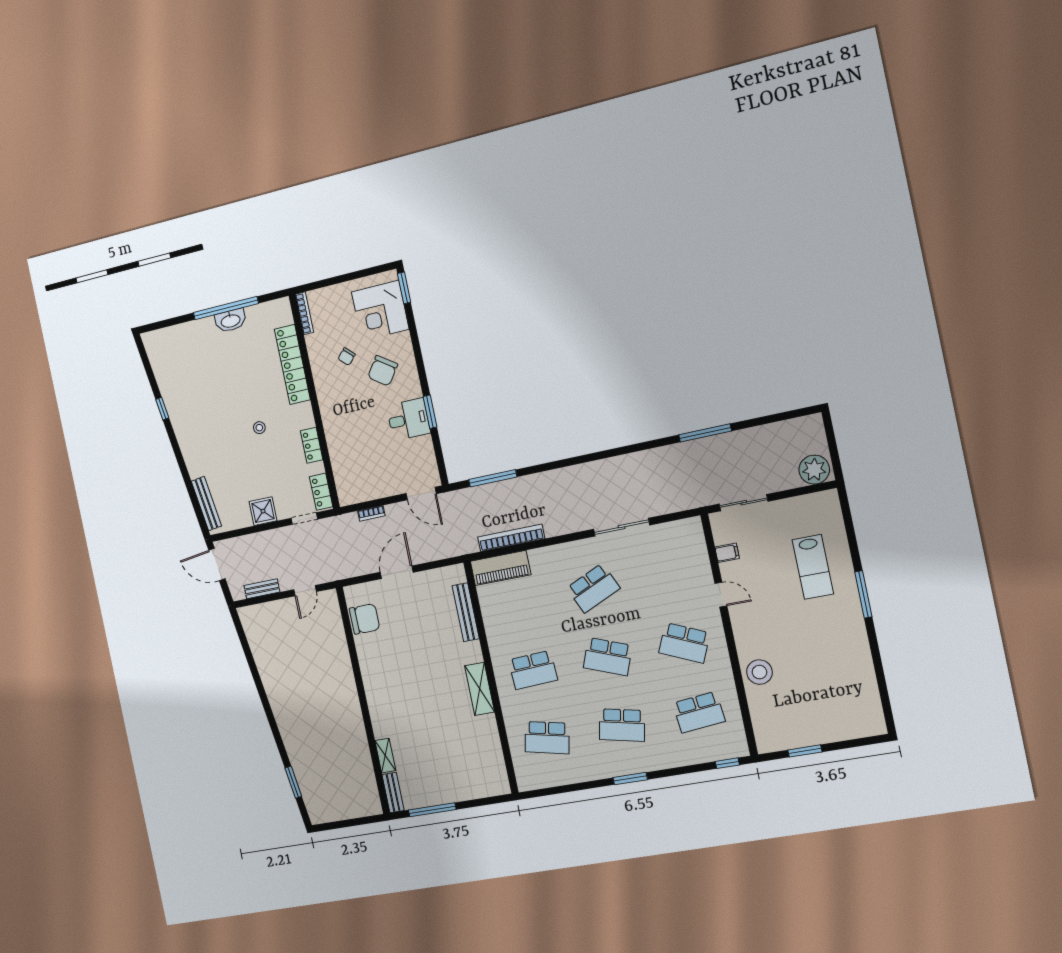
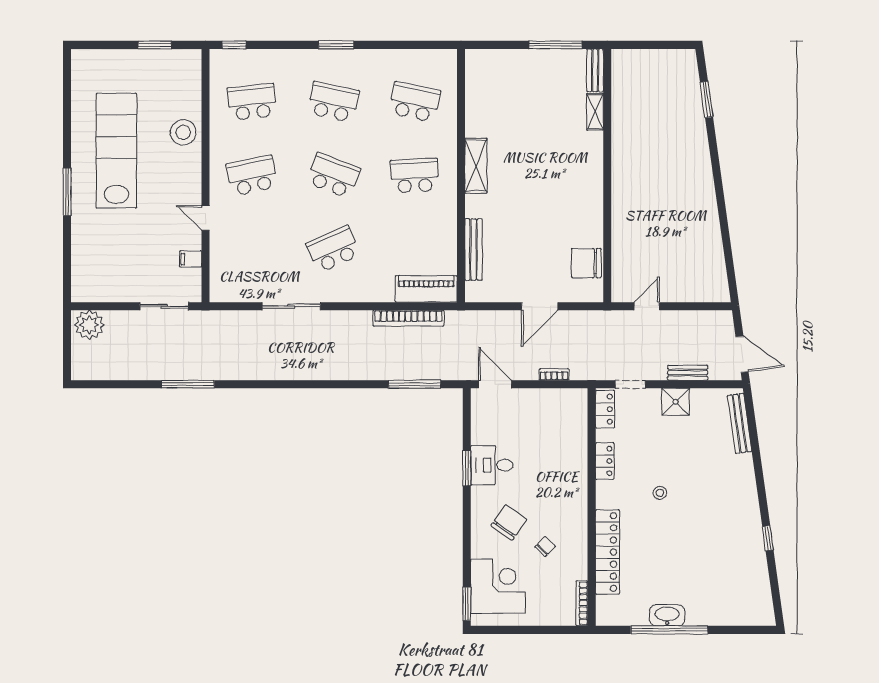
lab bench: (813, 567) -> (116, 151), moved, width x1.86, depth x1.39
bench: (262, 589) -> (688, 373), moved
school desk: (684, 643) -> (252, 176), turned -36

